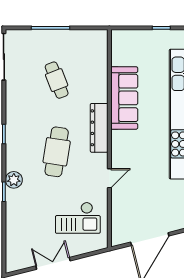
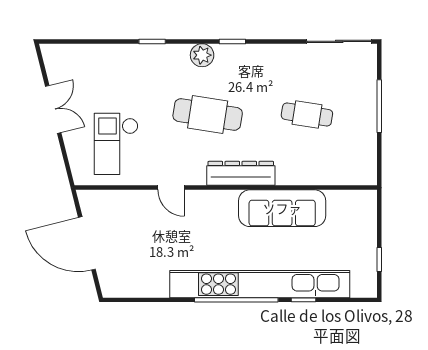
cafe table: (57, 80) -> (307, 114), turned 30
plant: (14, 180) -> (202, 55), moved

